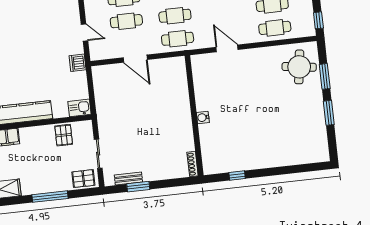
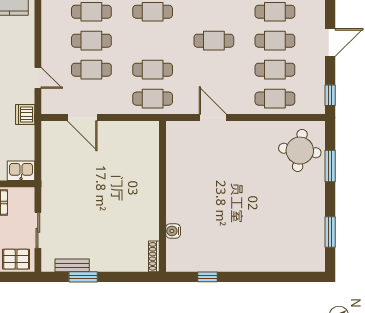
door: (135, 59) -> (82, 117), moved
window: (329, 113) -> (330, 232), moved
water cooler: (203, 118) -> (173, 231), moved

